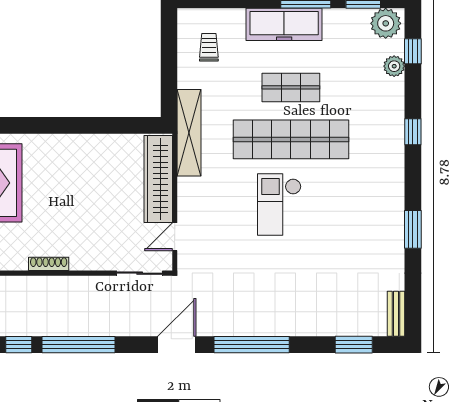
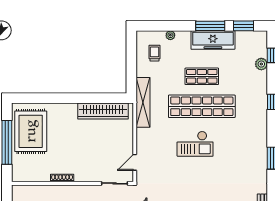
plant: (386, 23) -> (170, 35), moved, width x0.53, depth x0.53
freezer: (284, 24) -> (213, 40), moved
wardrobe: (158, 179) -> (103, 111), moved, turned -90
checkout: (279, 204) -> (195, 144), turned -90

